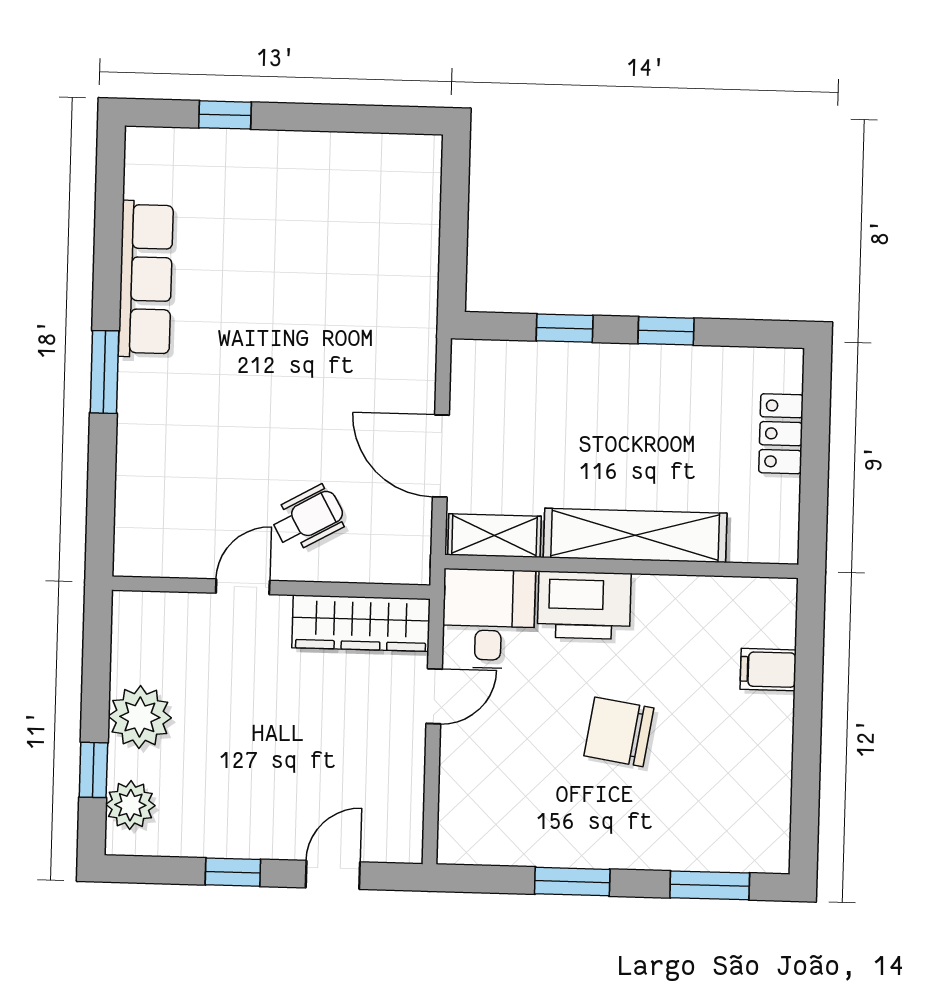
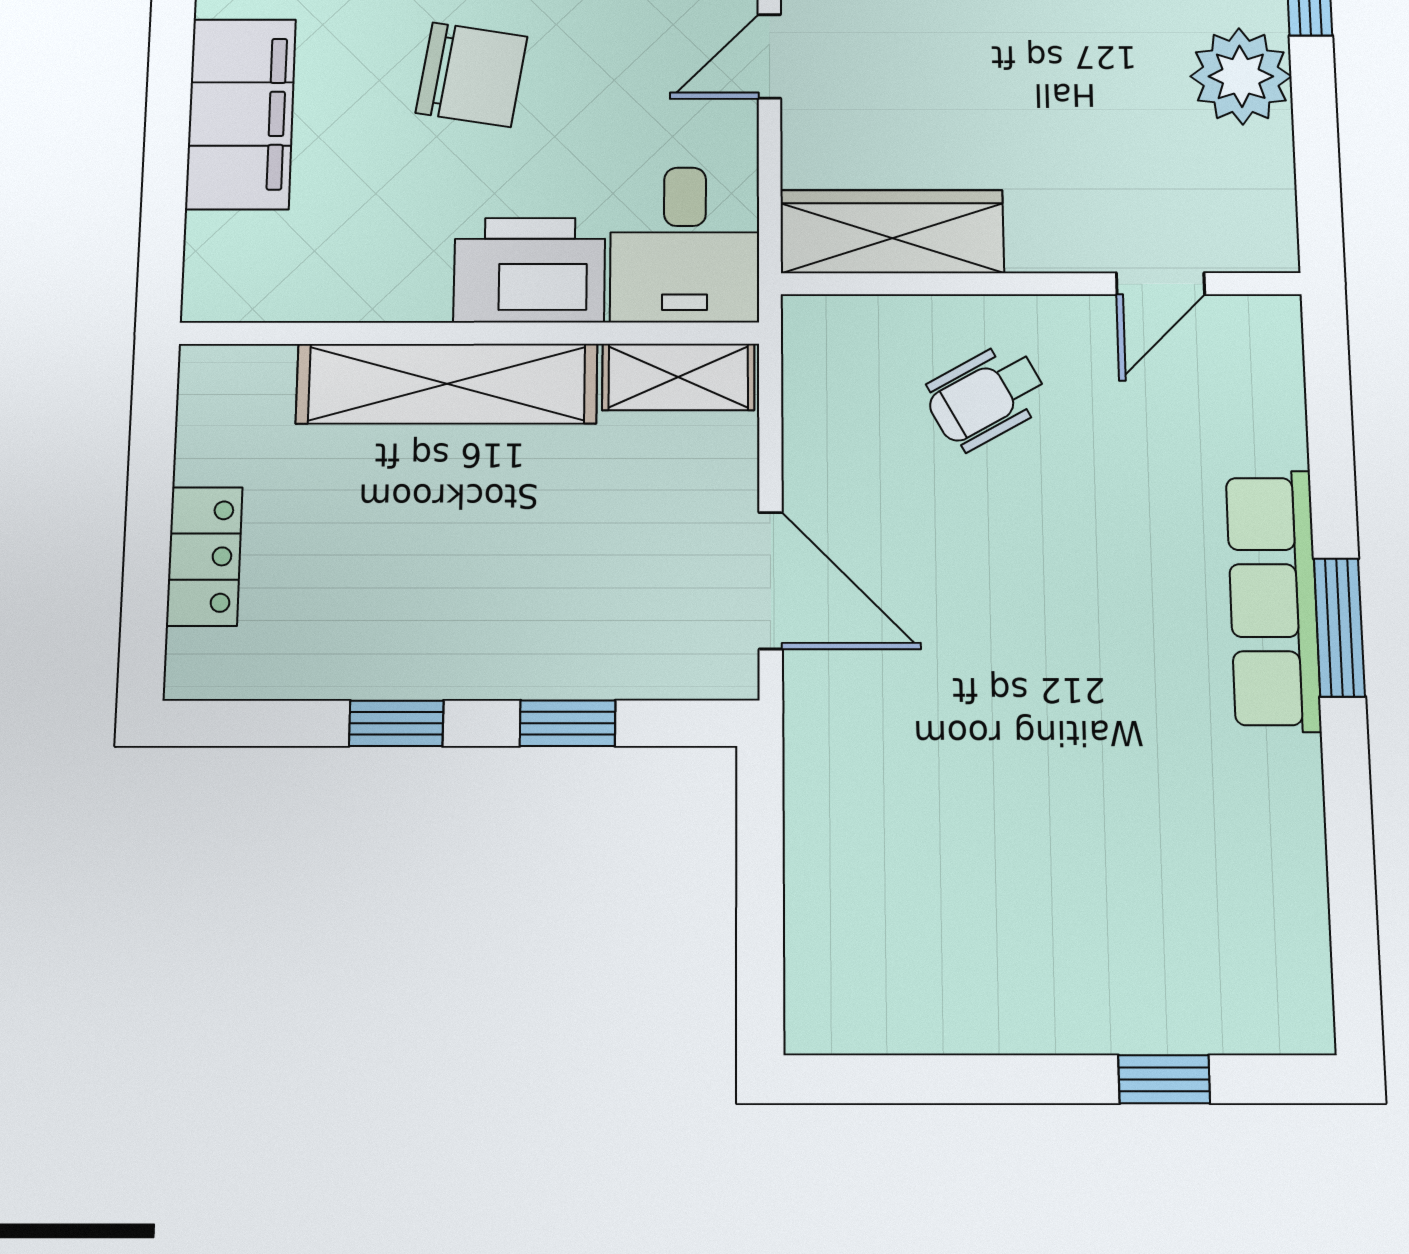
row of seats: (146, 279) -> (1273, 601), moved
door: (441, 456) -> (771, 580), moved
door: (243, 587) -> (1160, 284), moved
filing cabinet: (768, 670) -> (241, 114), width x3.00, depth x1.17
door: (434, 696) -> (769, 56), moved

